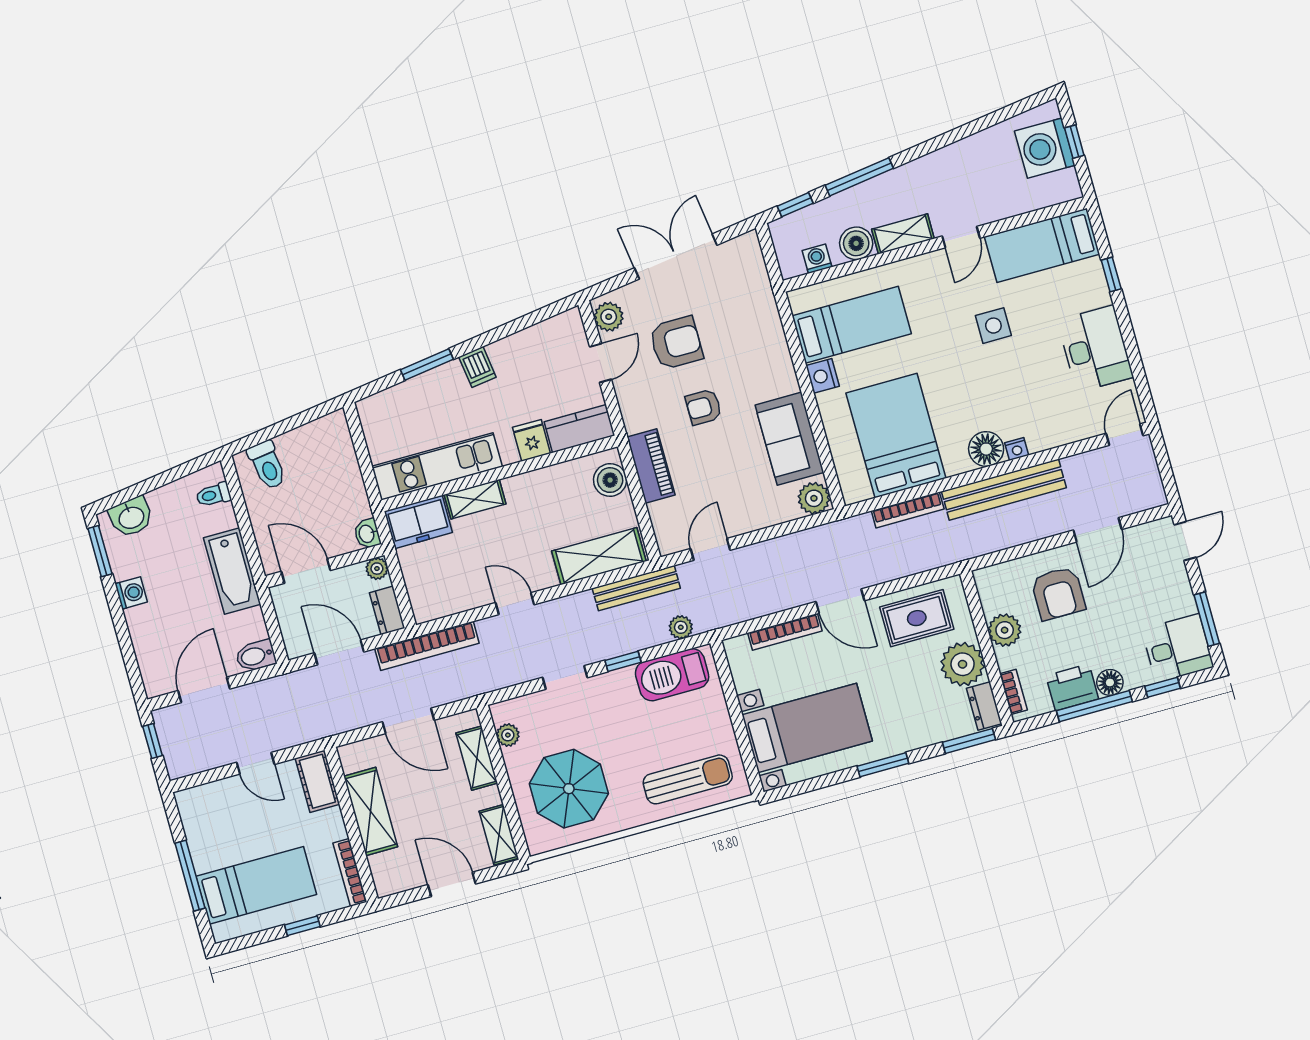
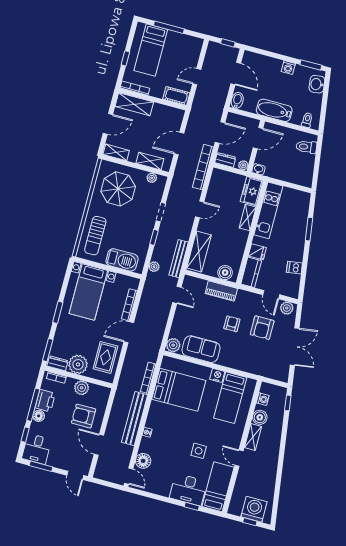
window: (859, 177) -> (284, 433), removed
desk: (1095, 349) -> (188, 490), moved
dishwasher: (477, 367) -> (294, 268), moved
floor lamp: (986, 449) -> (143, 461), moved
barbecue: (672, 675) -> (122, 260), moved, turned 90
shelving: (371, 812) -> (134, 104), moved

